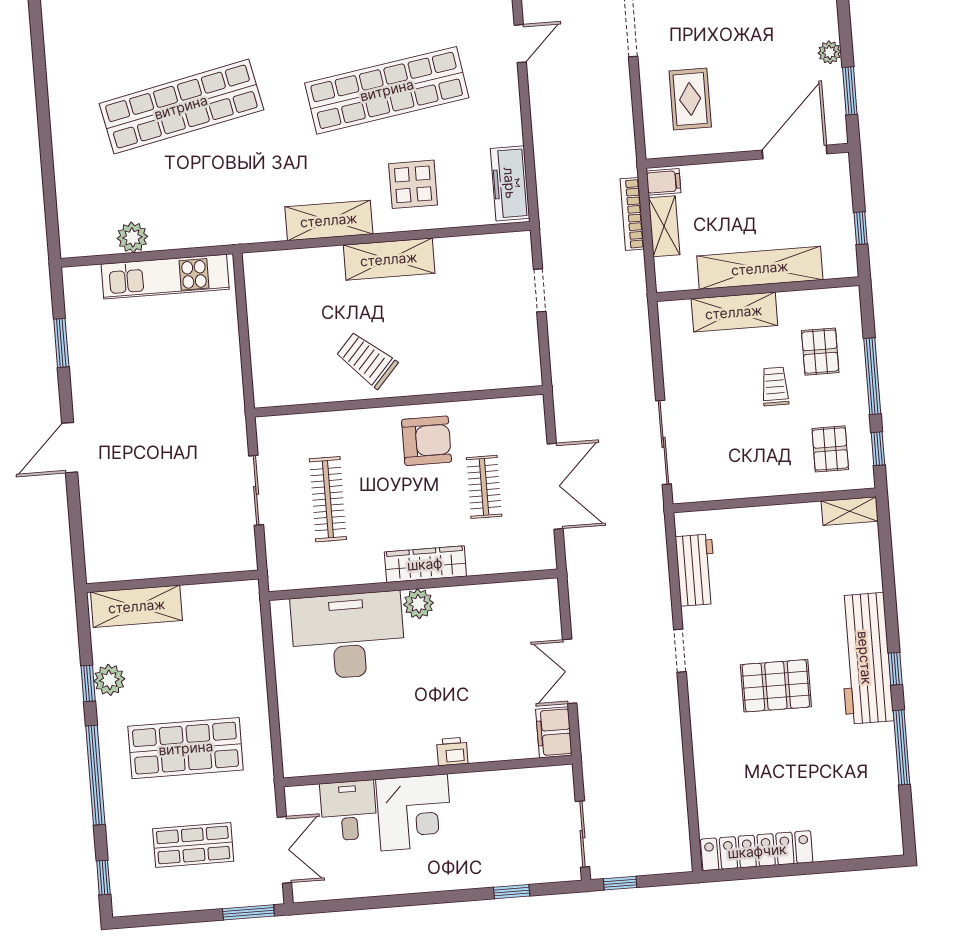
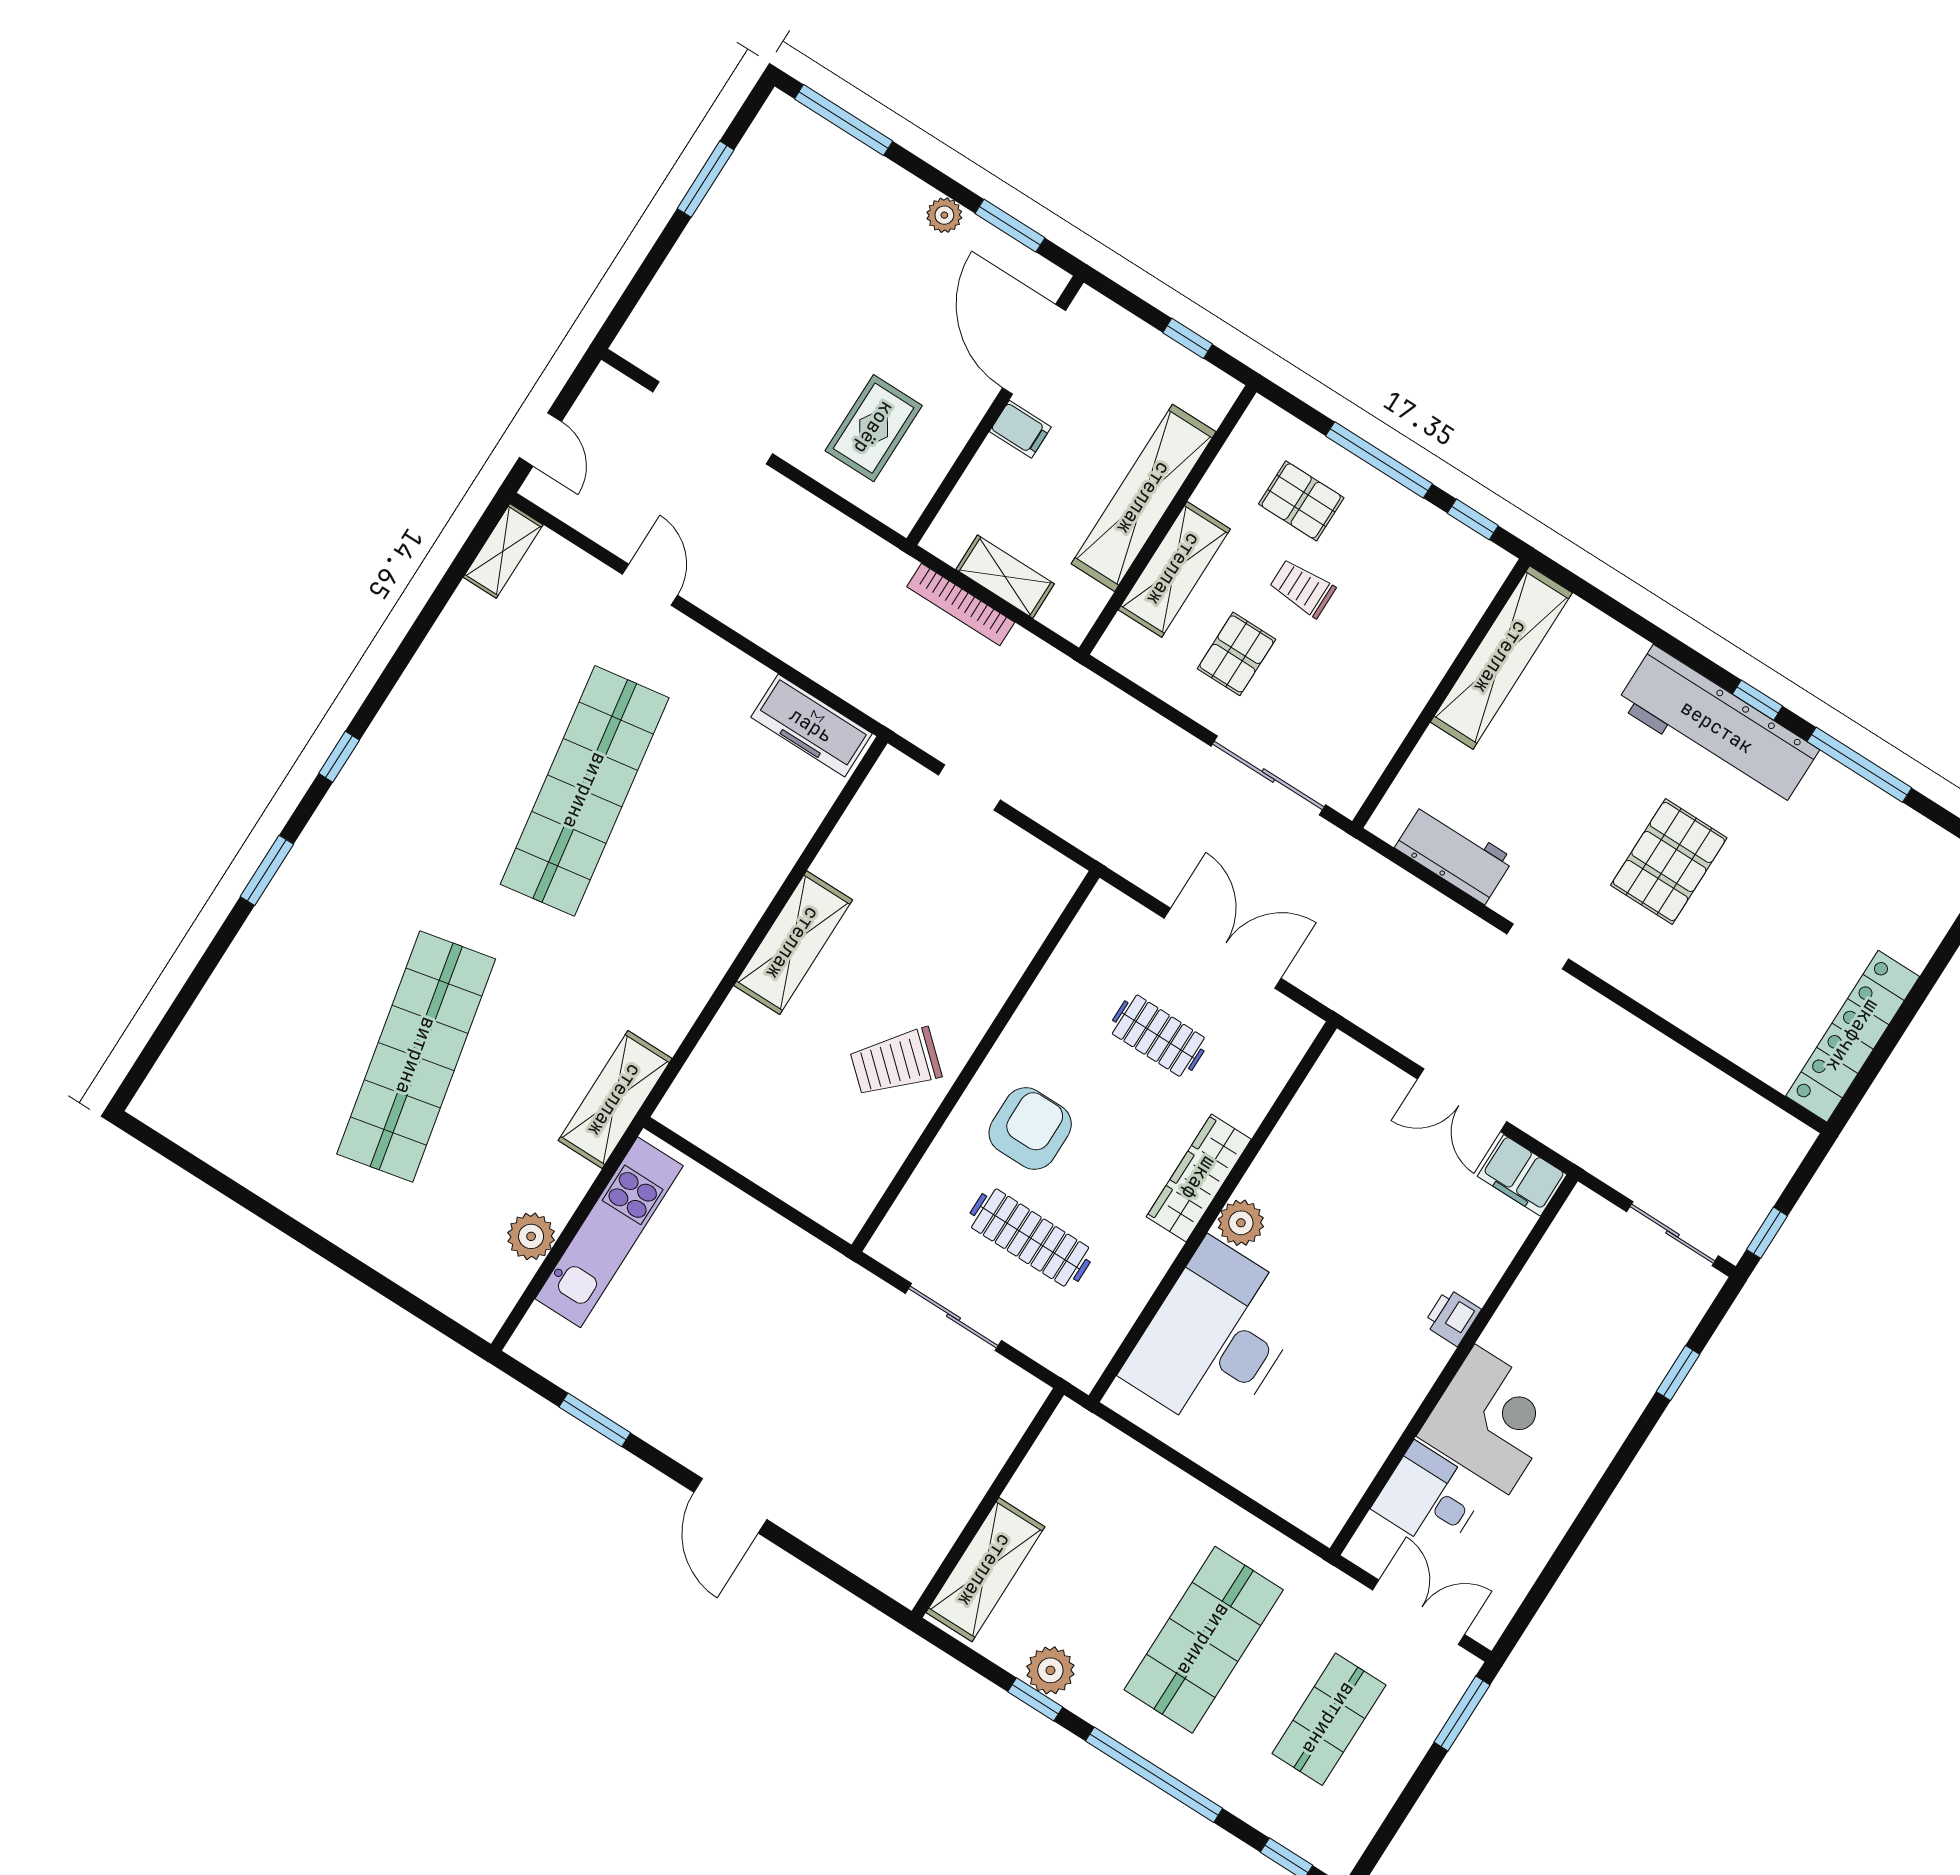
rug: (690, 99) -> (874, 428), turned 90
filing cabinet: (664, 182) -> (1020, 429), moved, turned 90
display table: (413, 184) -> (724, 845), removed
shelving: (329, 220) -> (615, 1100), moved
armchair: (427, 441) -> (1030, 1129), moved
pallet: (830, 449) -> (1236, 654), moved, turned 90
shelving: (850, 511) -> (1501, 657), width x2.20, depth x1.33

